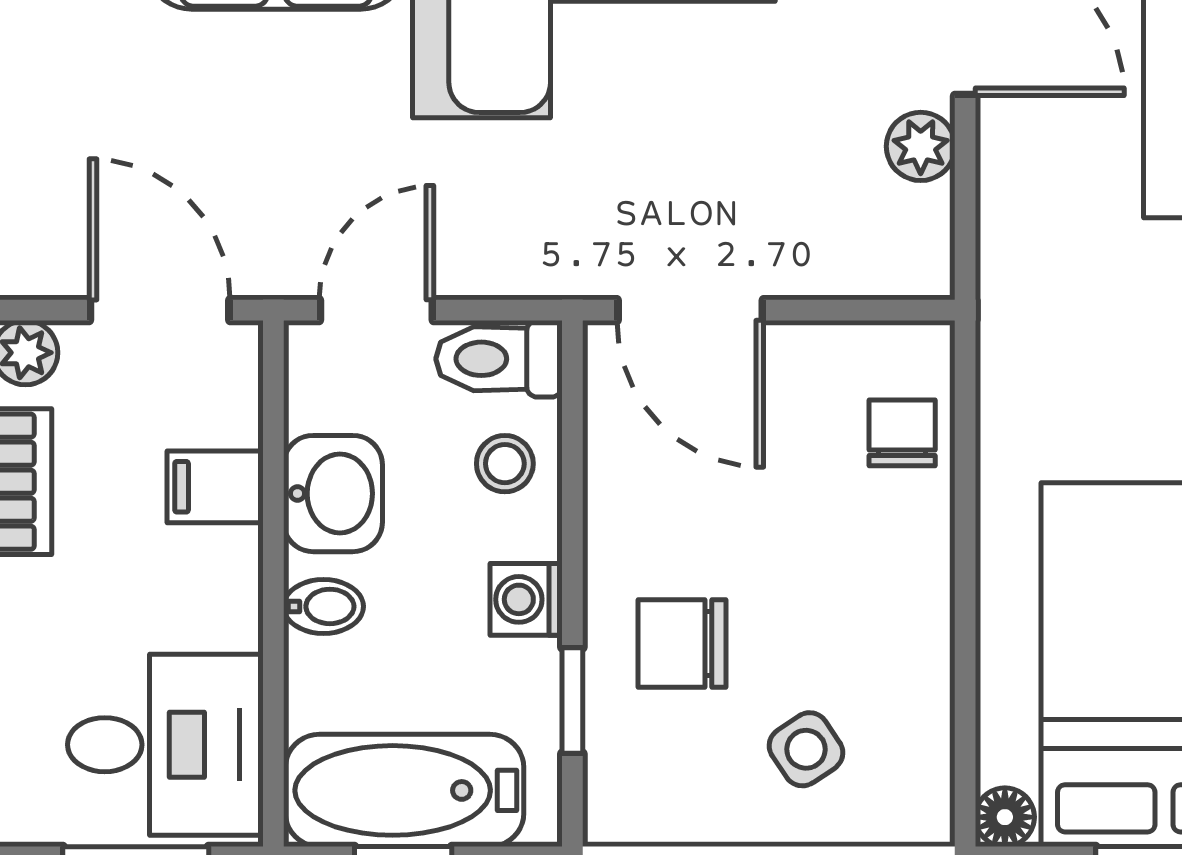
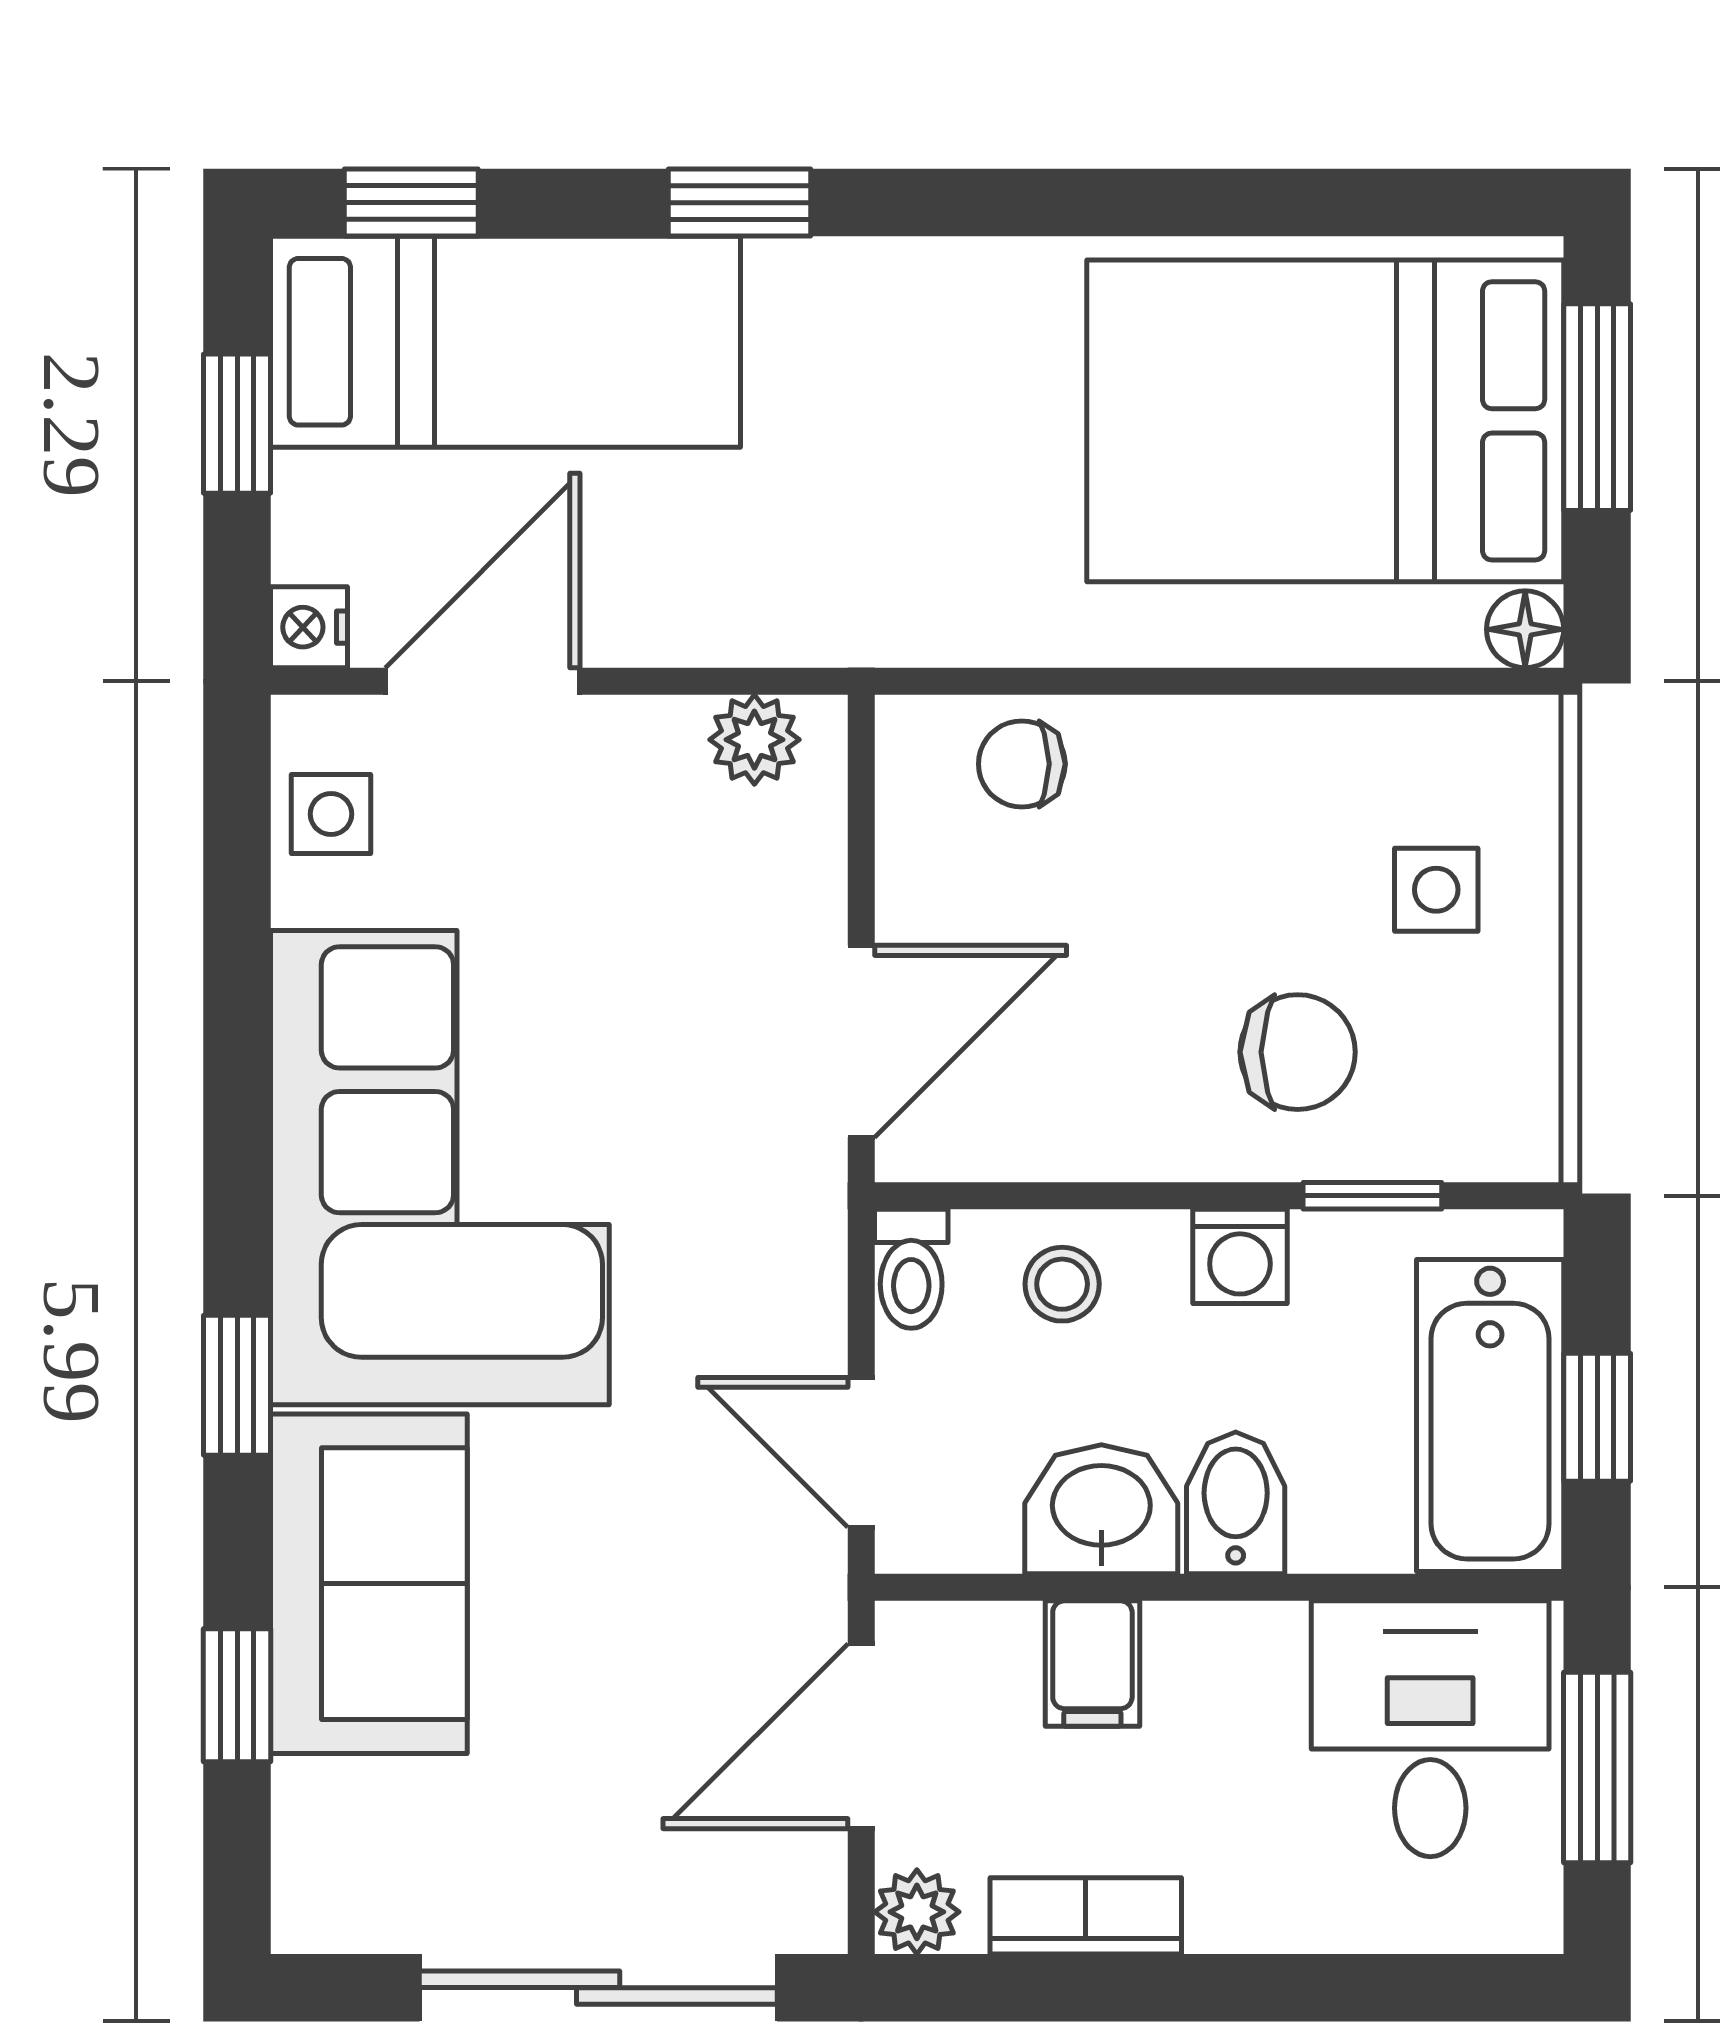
plant: (921, 146) -> (754, 740), moved
toilet: (499, 359) -> (911, 1269), width x0.73, depth x0.72
bidet: (324, 606) -> (1236, 1503), width x1.38, depth x1.36
chair: (682, 643) -> (1298, 1052), turned -90
side table: (806, 749) -> (1436, 890), turned 34

